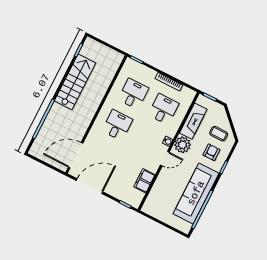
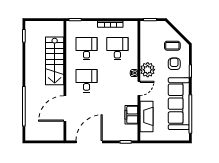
stairs: (75, 82) -> (55, 61), moved, turned 180
fireplace: (193, 121) -> (147, 116), moved
door: (76, 155) -> (65, 108), moved

